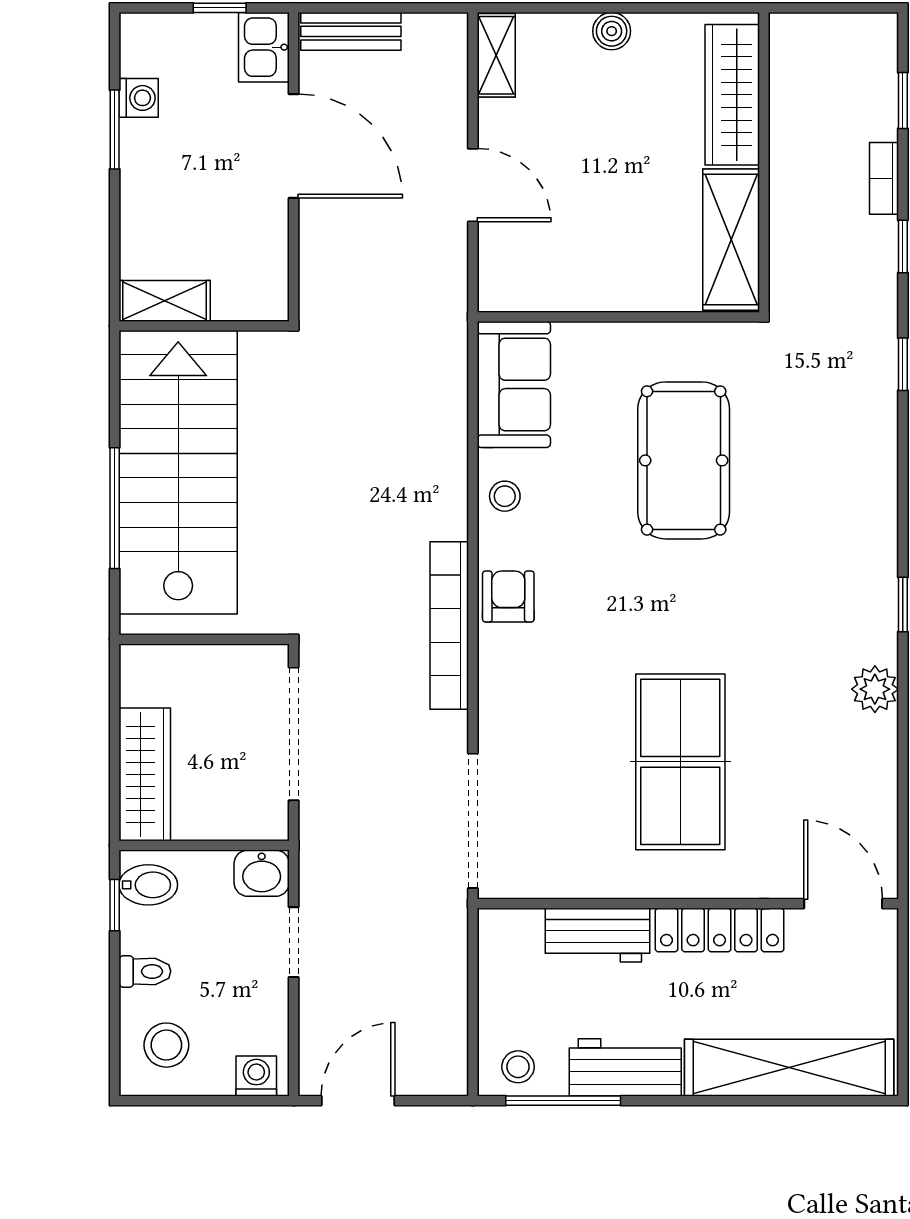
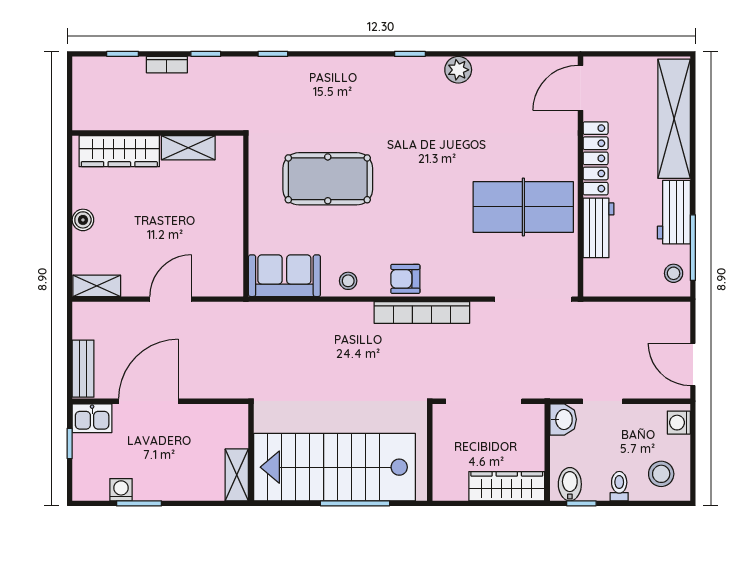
shelving: (731, 240) -> (188, 148), width x0.67, depth x0.75
table tennis table: (680, 762) -> (523, 207), moved

